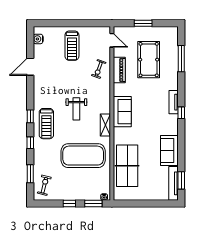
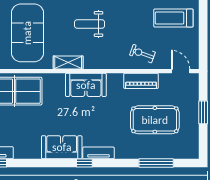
door: (112, 40) -> (181, 71), swing flipped
sofa: (169, 150) -> (62, 147), moved

